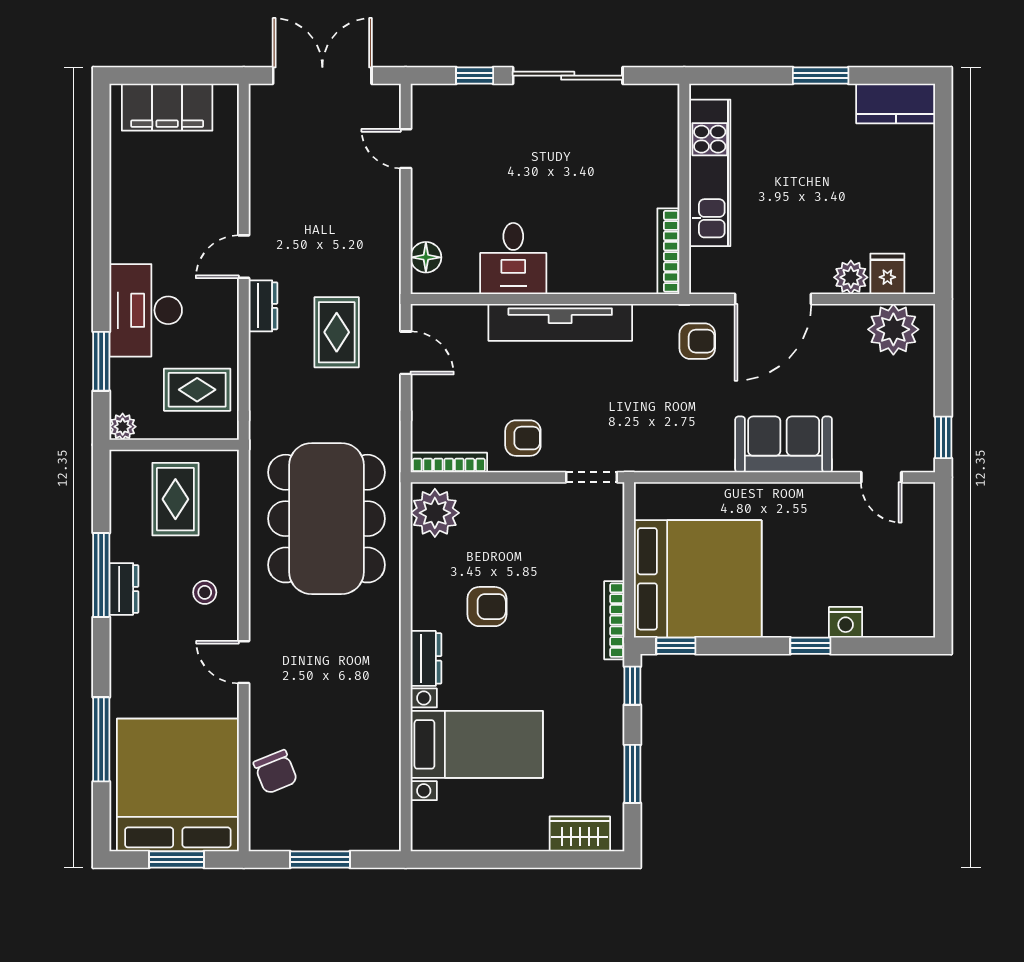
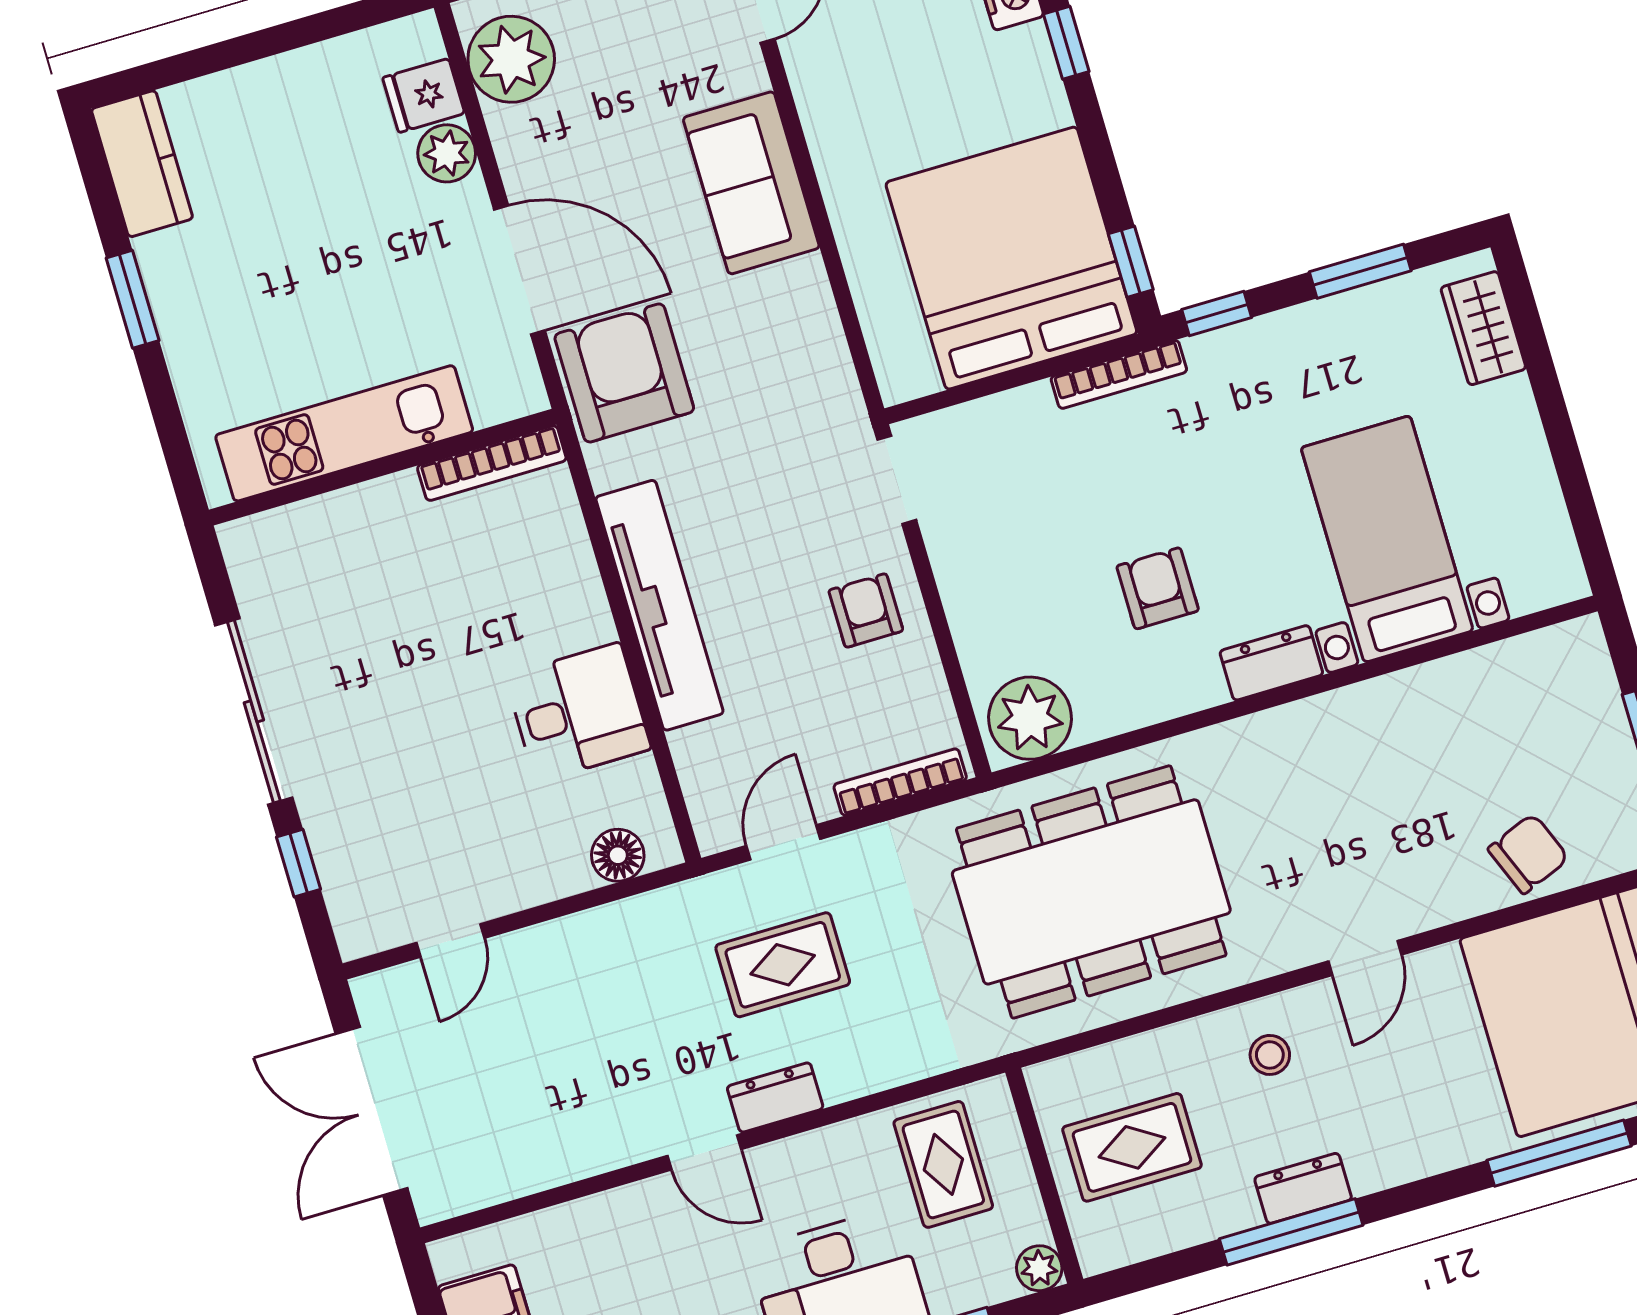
armchair: (697, 341) -> (624, 373), width x1.88, depth x1.88
bookcase: (449, 463) -> (900, 782), moved, turned 90

